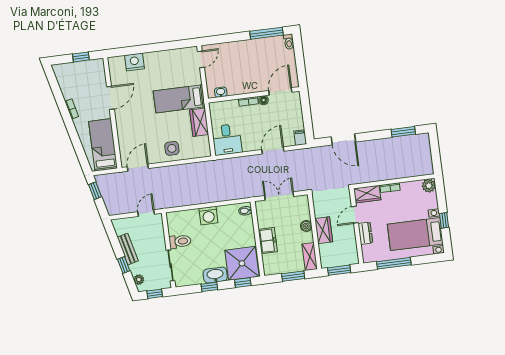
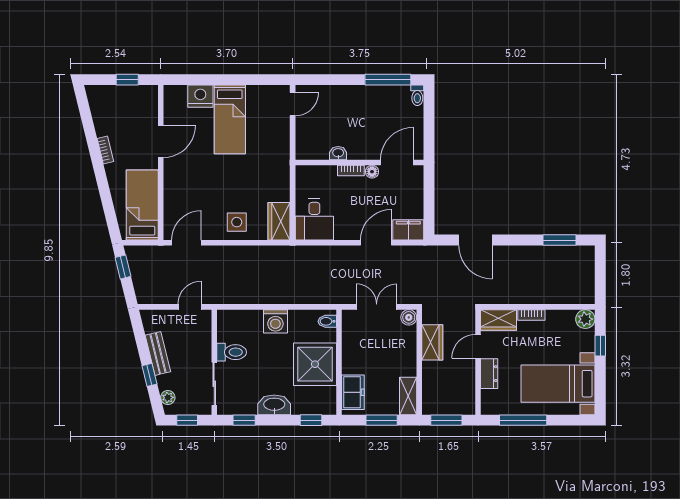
washbasin: (221, 92) -> (338, 153), moved
bed: (179, 99) -> (230, 119), moved, turned -90
wardrobe: (199, 122) -> (279, 221), moved
filing cabinet: (300, 138) -> (408, 230), width x2.00
window: (444, 220) -> (600, 346), moved
boiler: (306, 226) -> (409, 317), moved
wardrobe: (324, 230) -> (432, 342), moved
freezer: (268, 241) -> (353, 392), moved
shower: (242, 263) -> (315, 364), moved
window: (209, 287) -> (244, 420), moved

